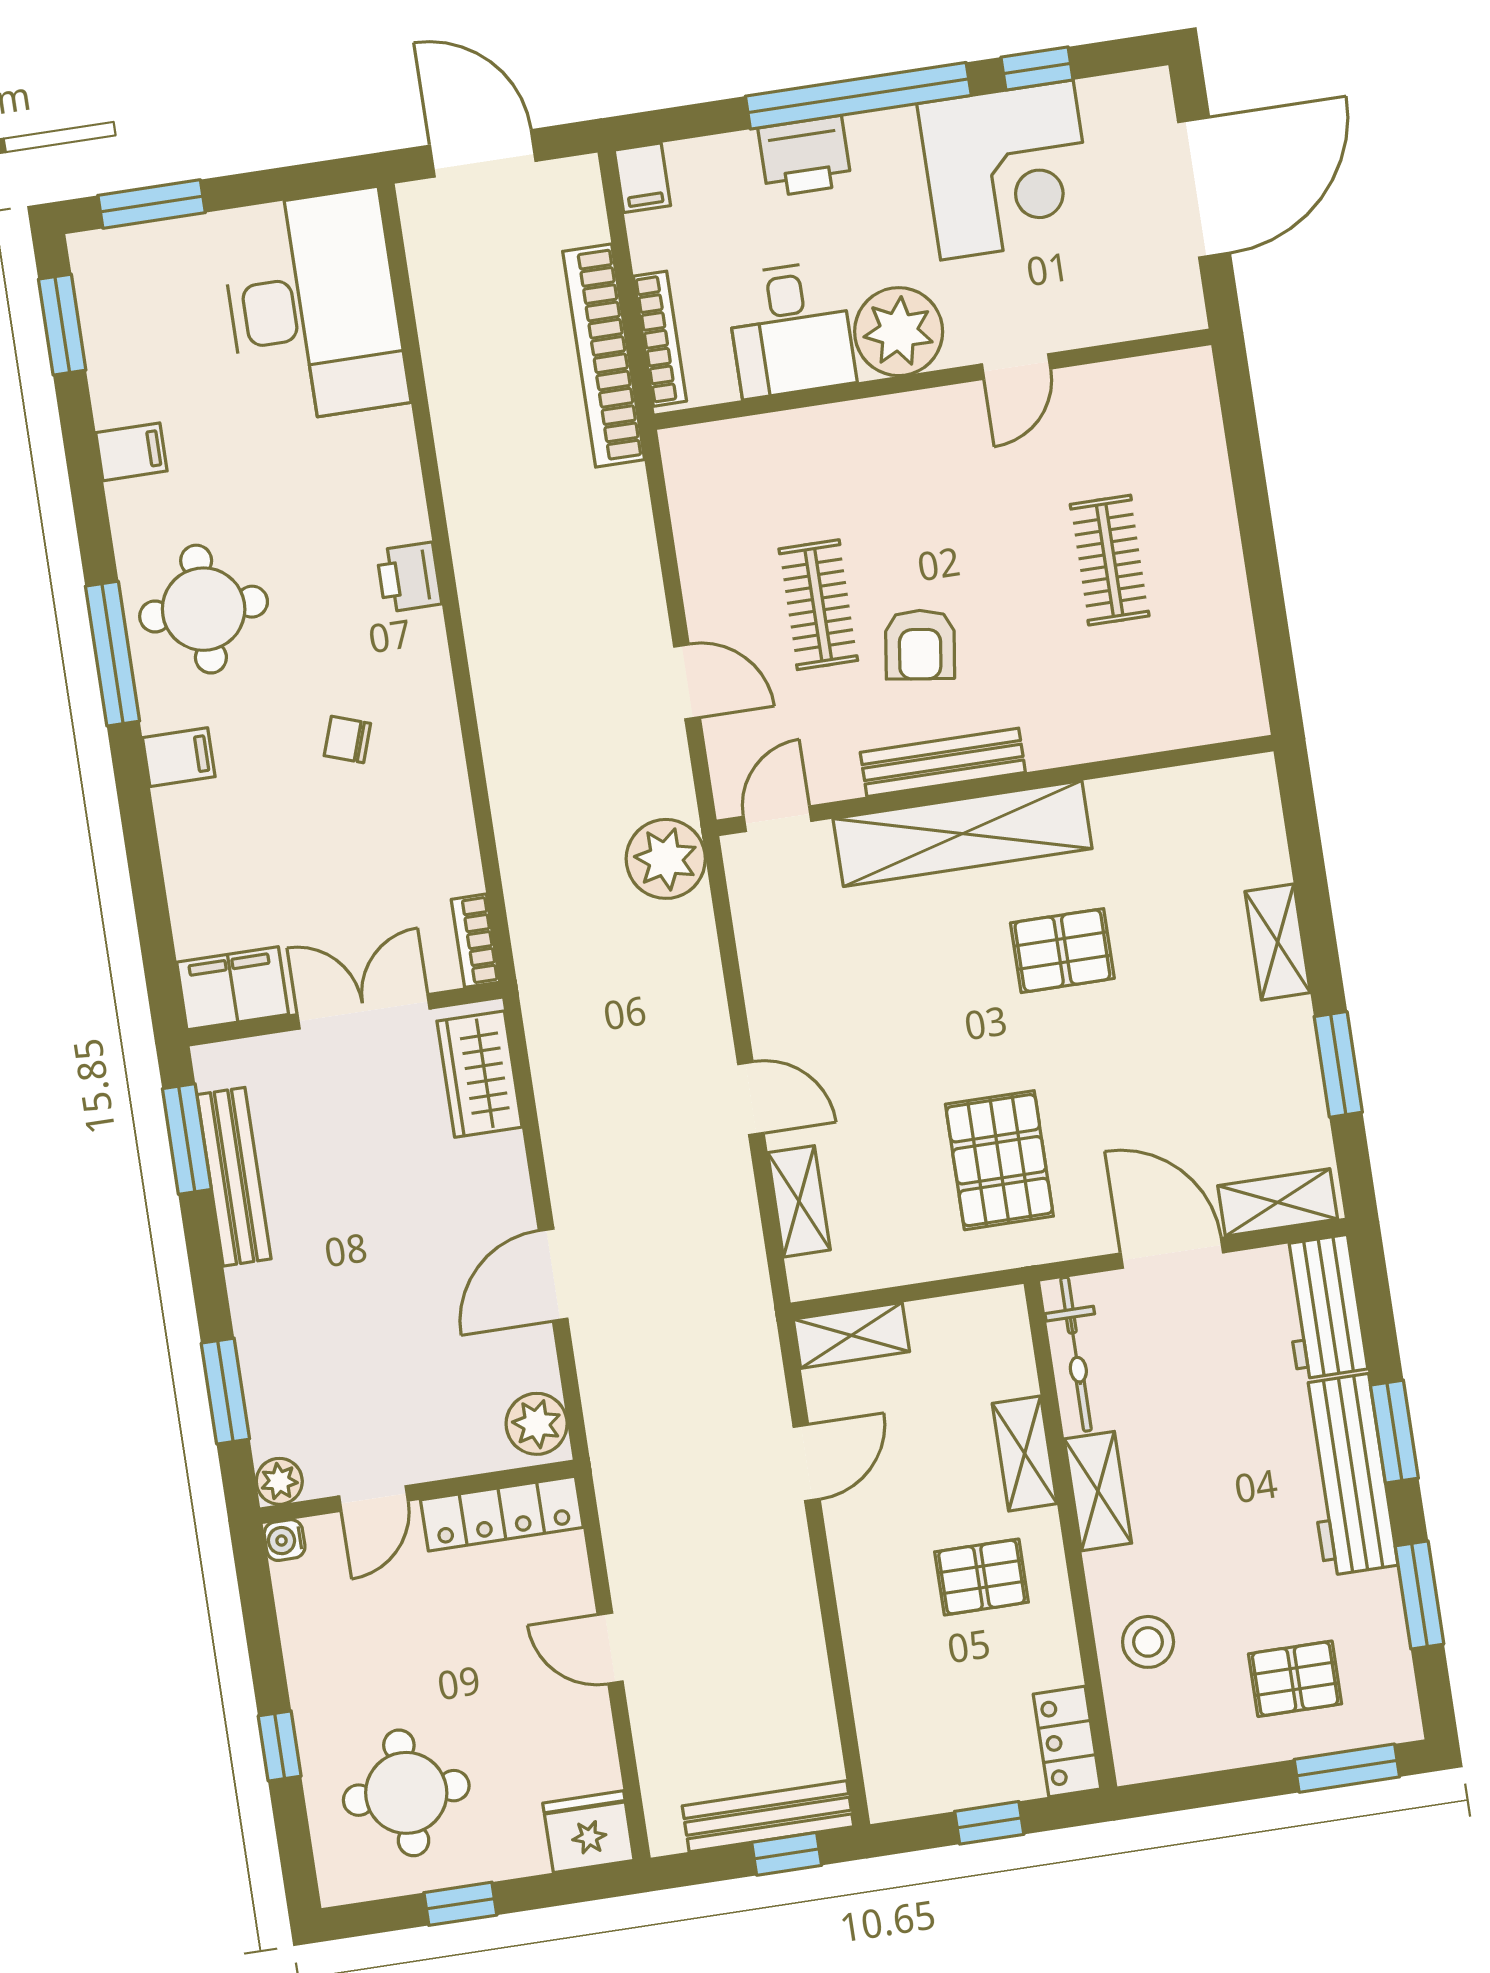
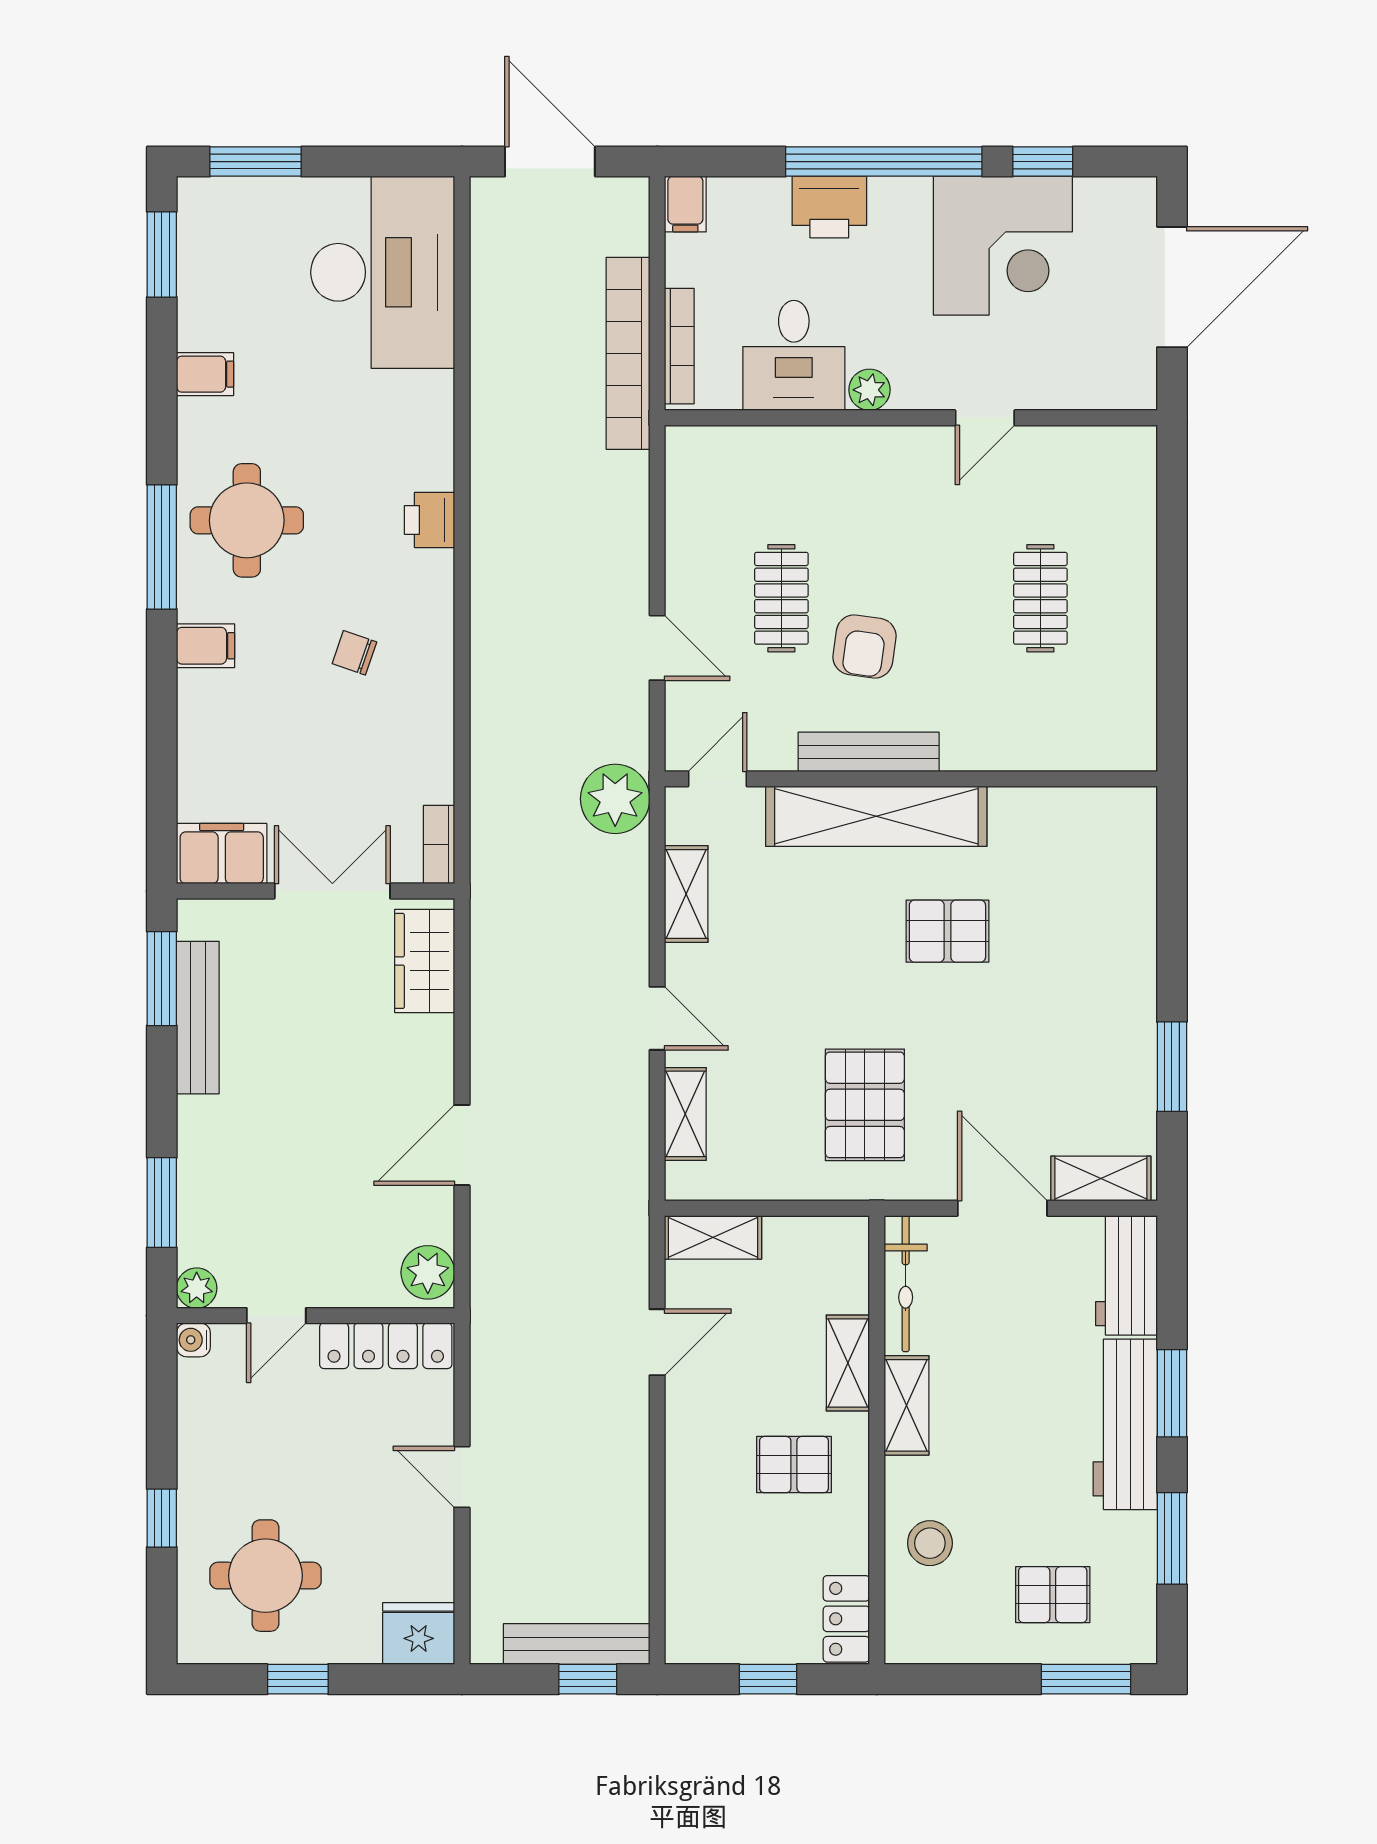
plant: (899, 332) -> (869, 390), width x0.53, depth x0.53
shelving: (1278, 942) -> (686, 894), moved

